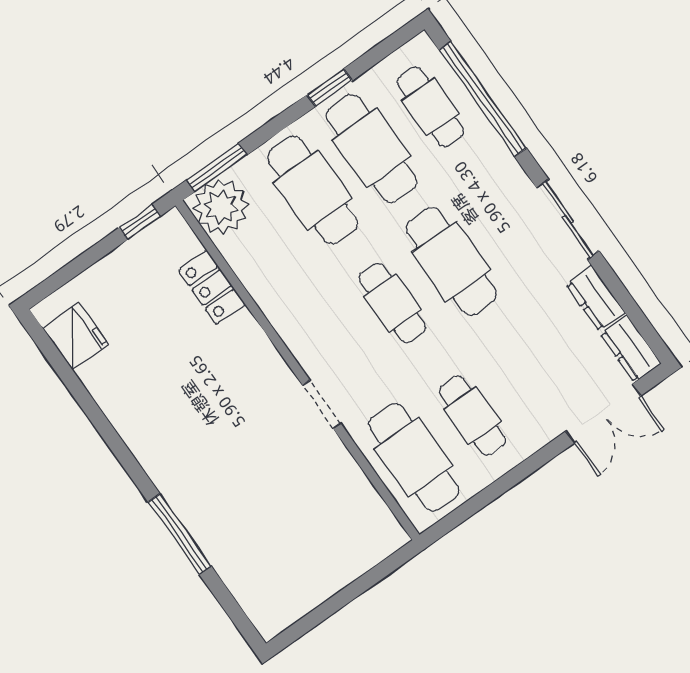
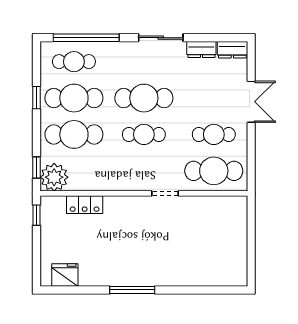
window: (217, 167) -> (37, 167), width x0.67
double door: (603, 414) -> (251, 102), moved
window: (180, 534) -> (132, 290), moved

